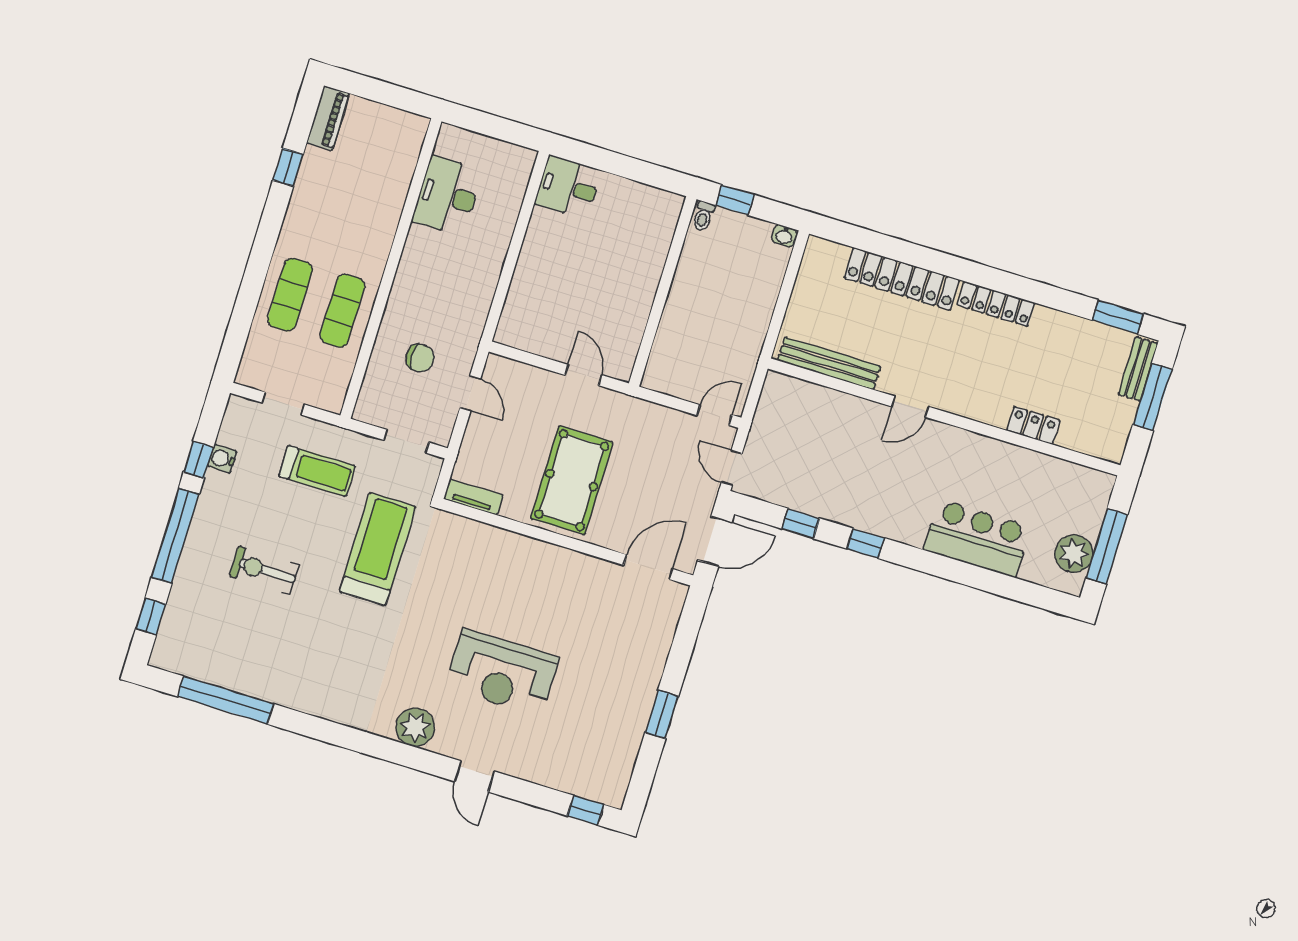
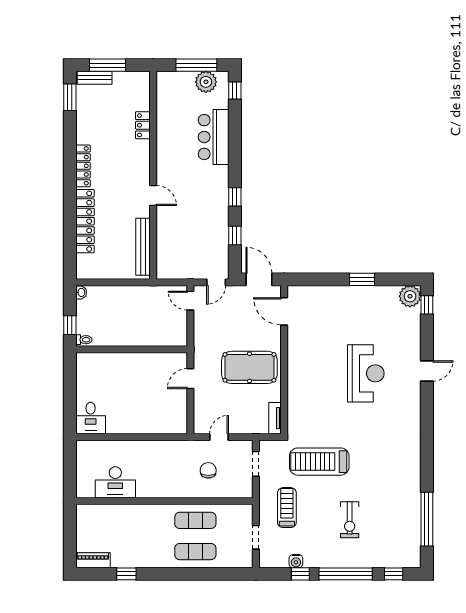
window: (1044, 598) -> (235, 90), added
plant: (415, 727) -> (410, 296), moved

